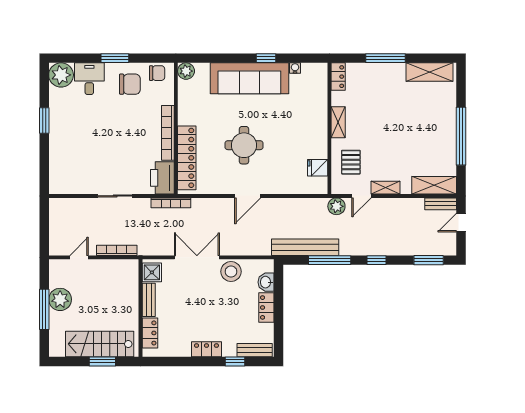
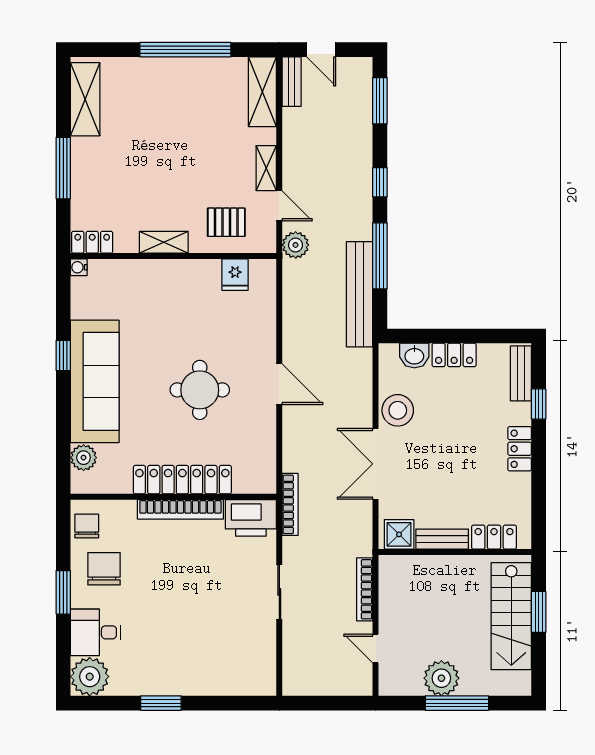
water cooler: (295, 68) -> (79, 267), moved
plant: (186, 71) -> (84, 458), moved
locker: (187, 158) -> (182, 480), moved

